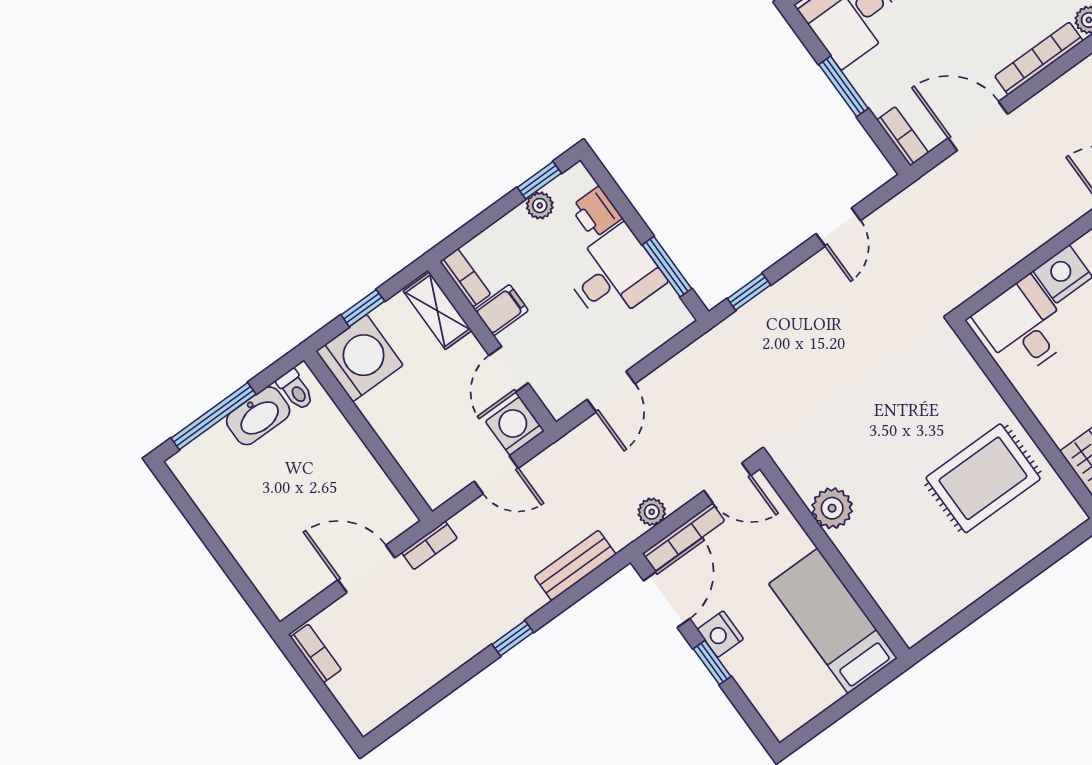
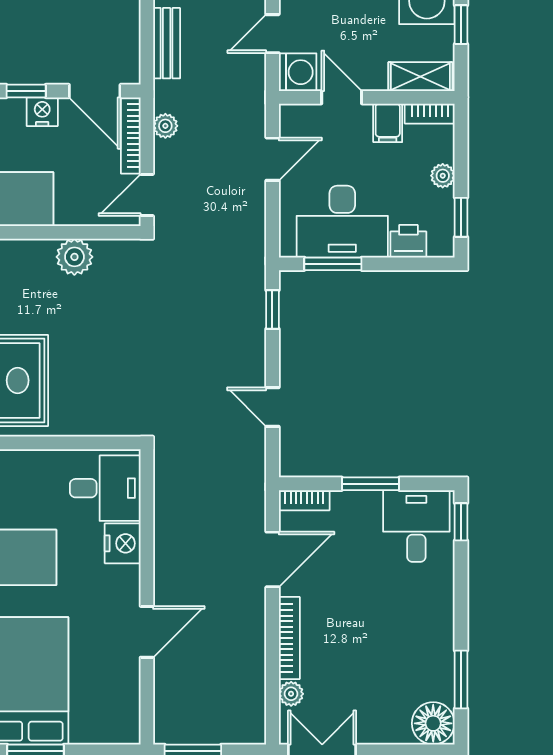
plant: (540, 205) -> (443, 176), moved
desk: (614, 275) -> (342, 222), width x1.37
door: (611, 392) -> (272, 159), swing flipped

